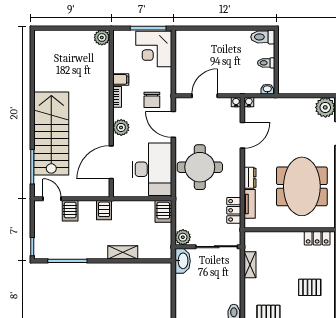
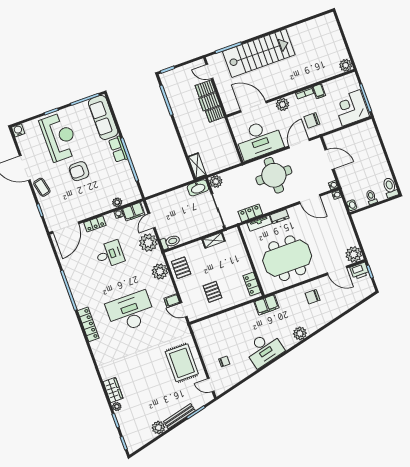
door: (52, 199) -> (209, 71), swing flipped
server rack: (163, 211) -> (209, 102), moved
shelving: (123, 252) -> (197, 166), moved

